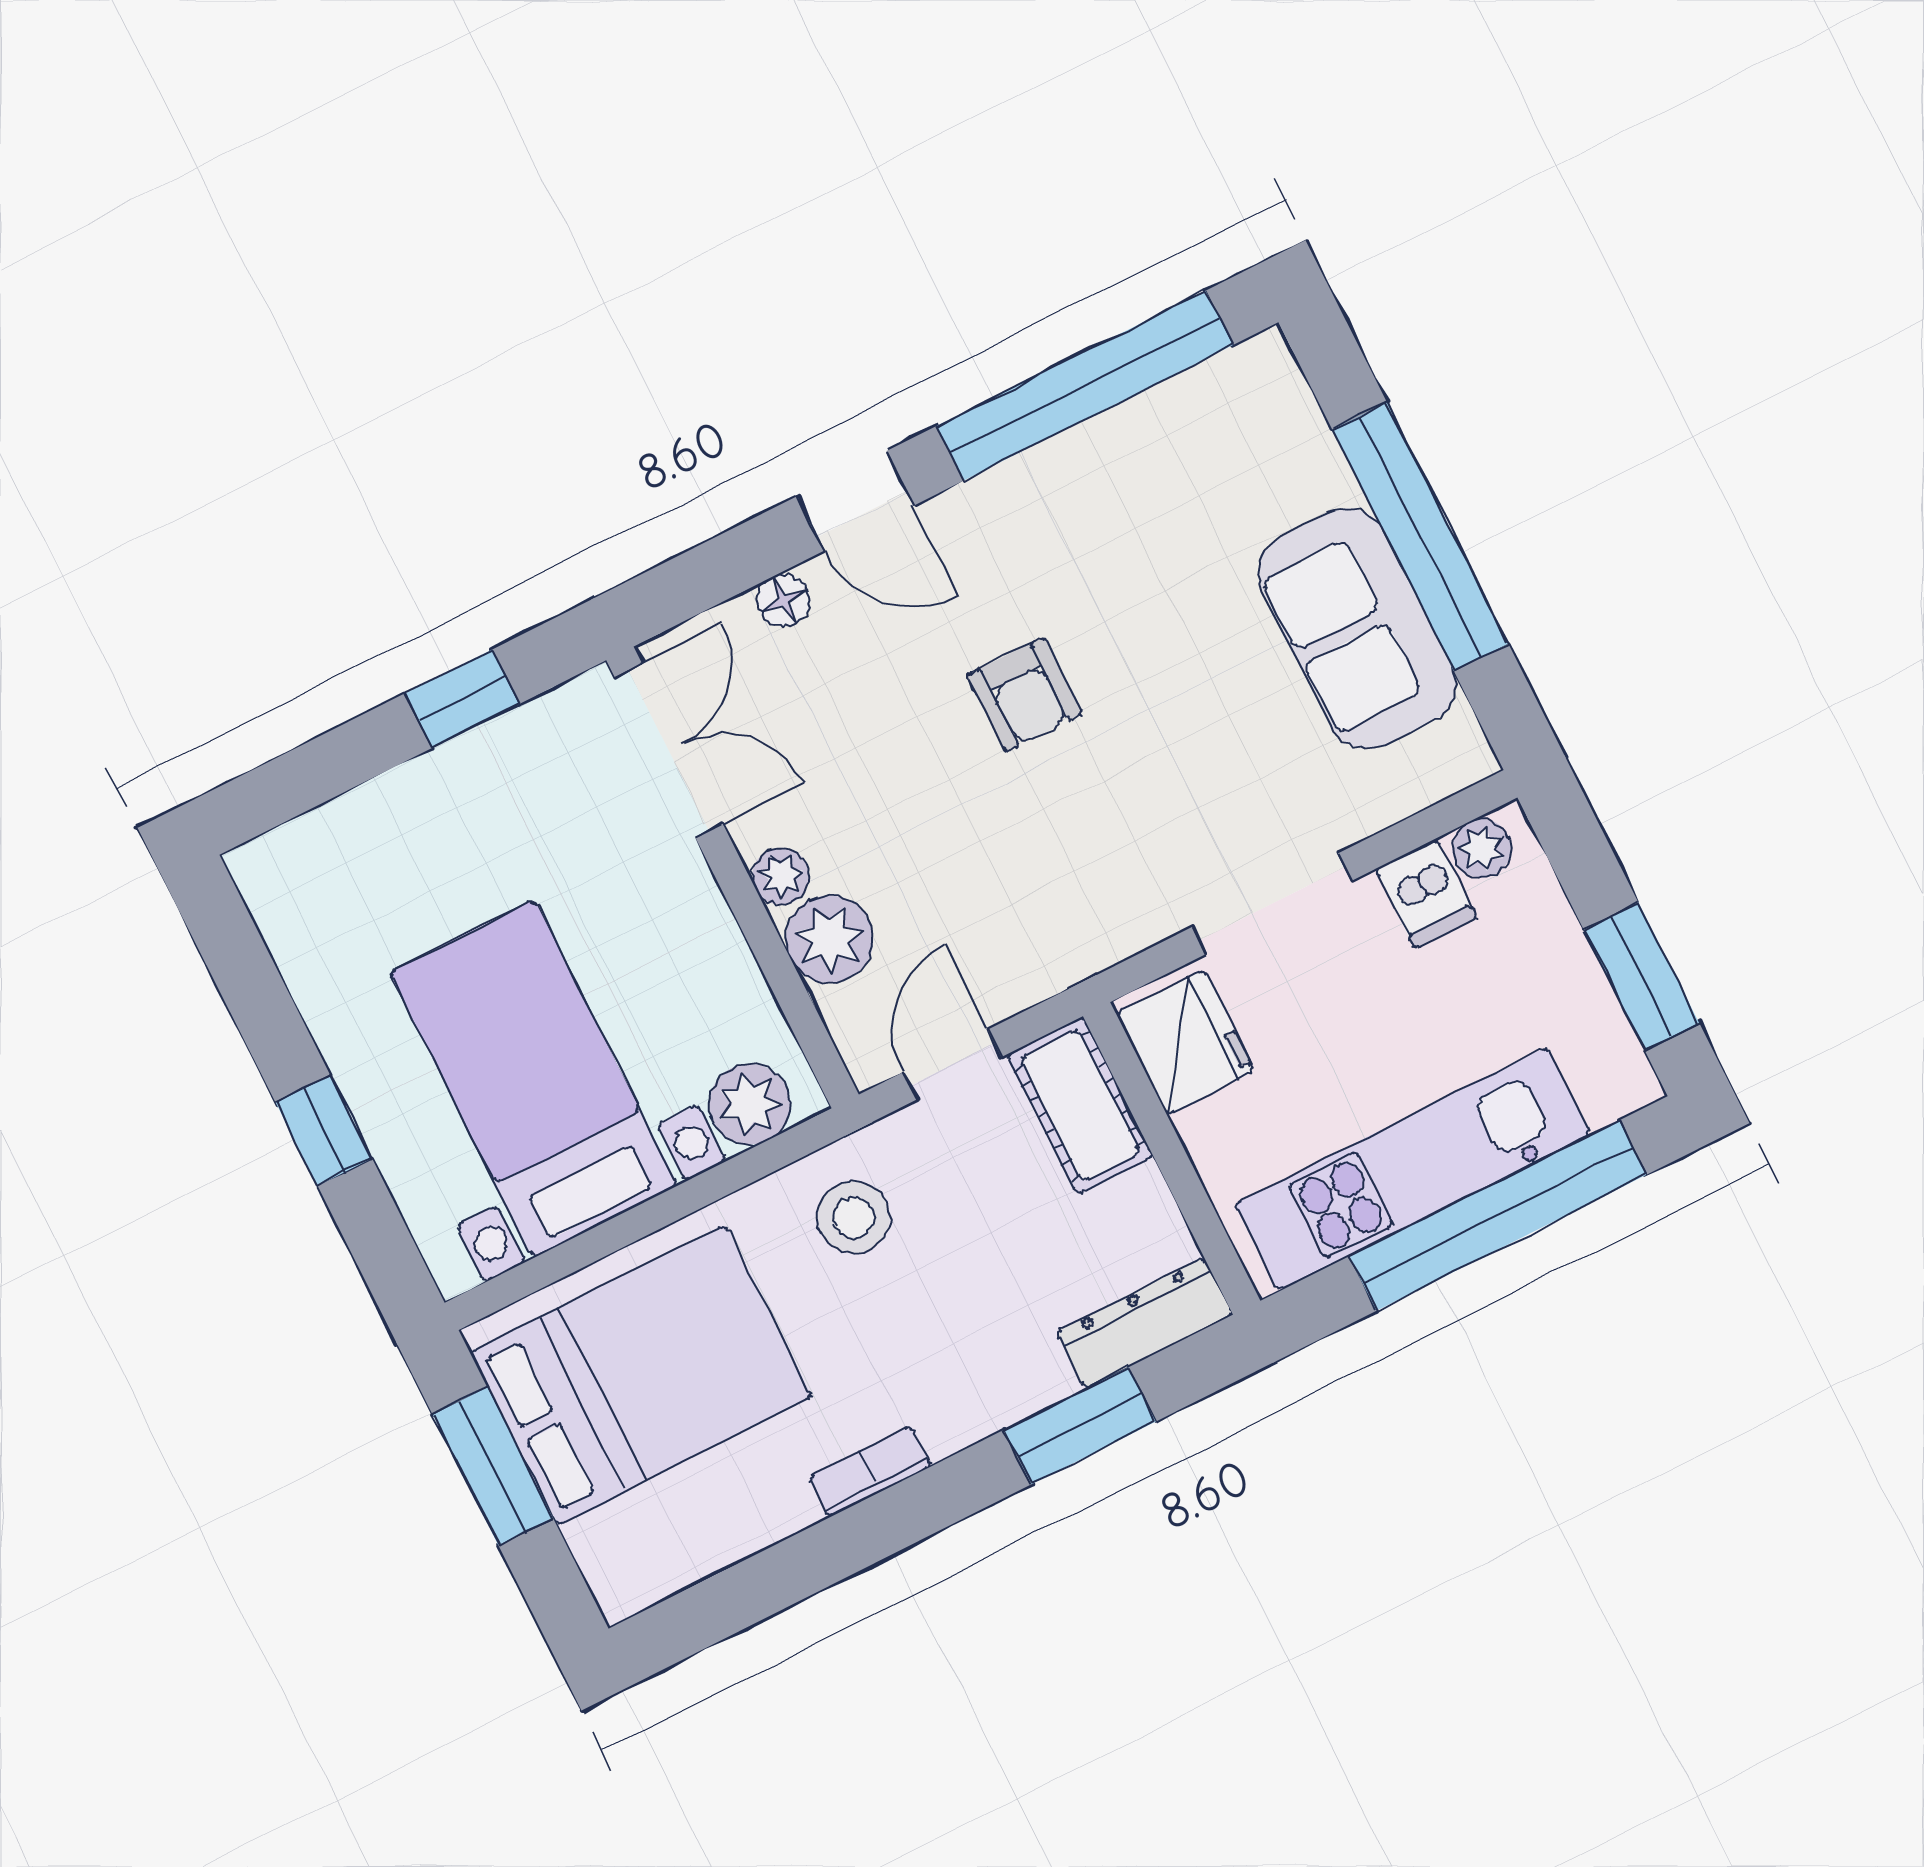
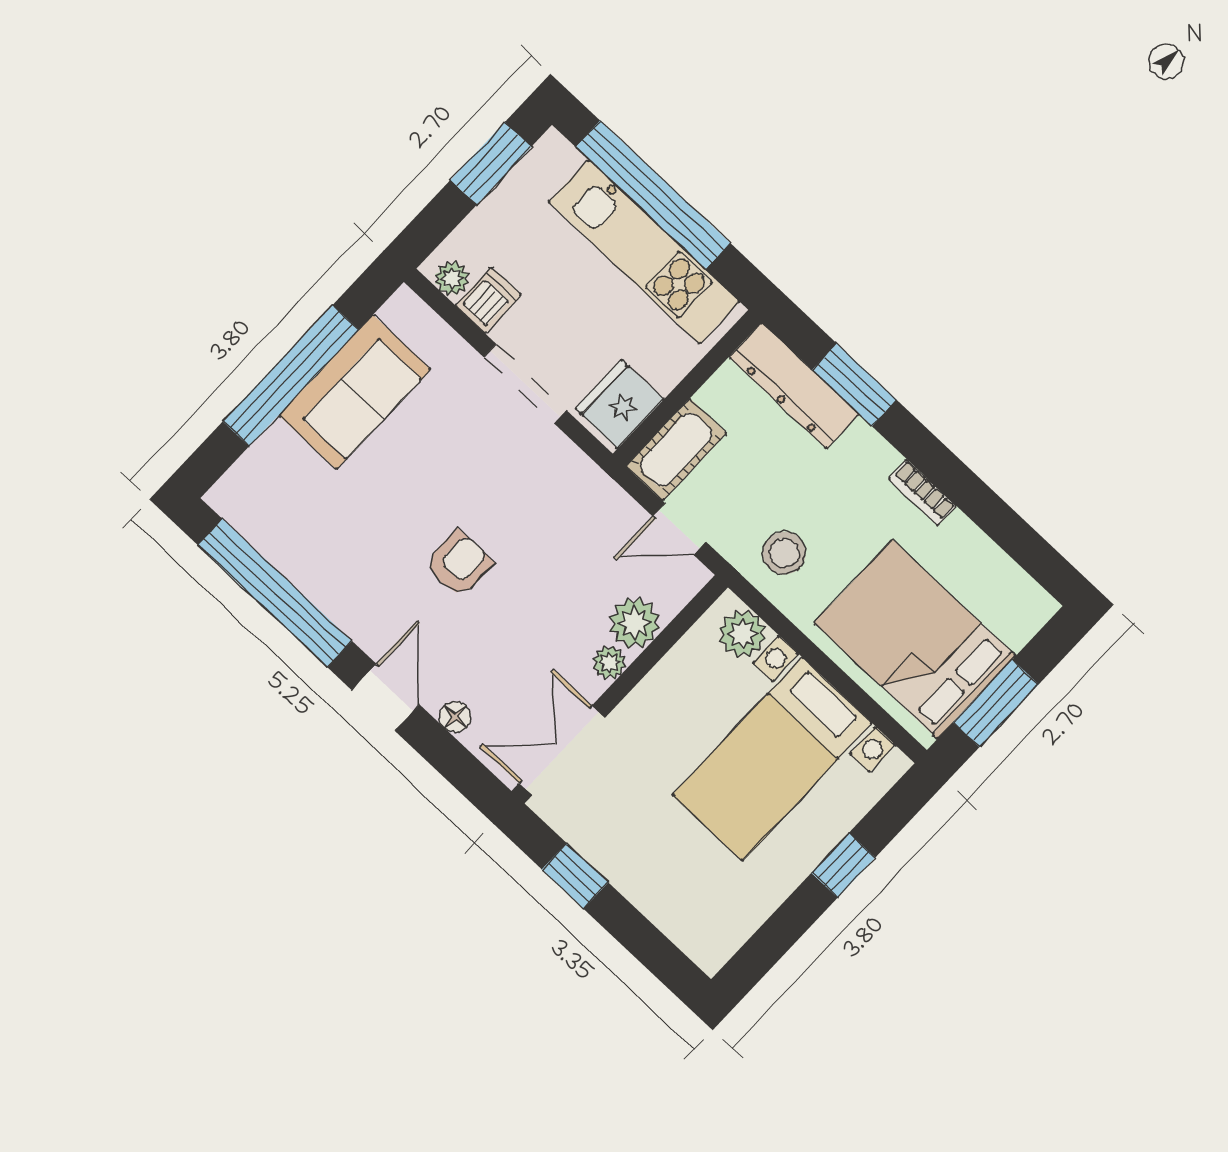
dresser: (1144, 1323) -> (794, 386), width x1.37, depth x1.24

